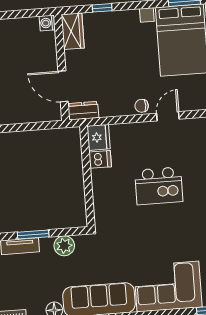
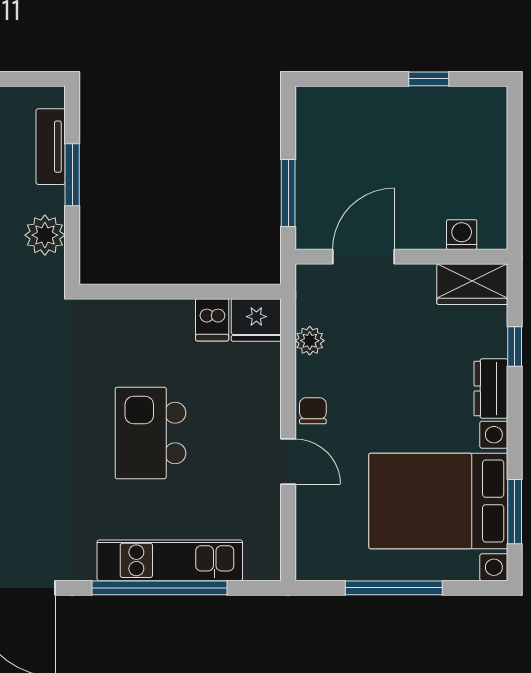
washing machine: (47, 23) -> (462, 235), moved
plant: (107, 110) -> (310, 341), added
dresser: (83, 111) -> (491, 389), moved, turned 180
window: (34, 126) -> (288, 193), added

